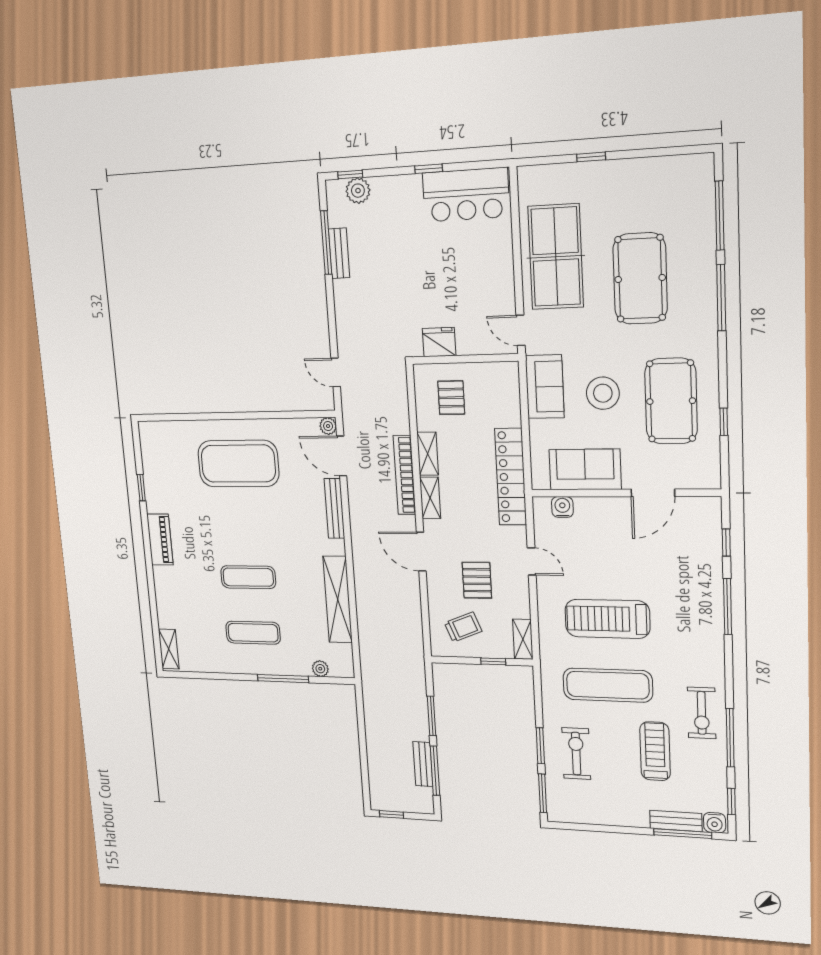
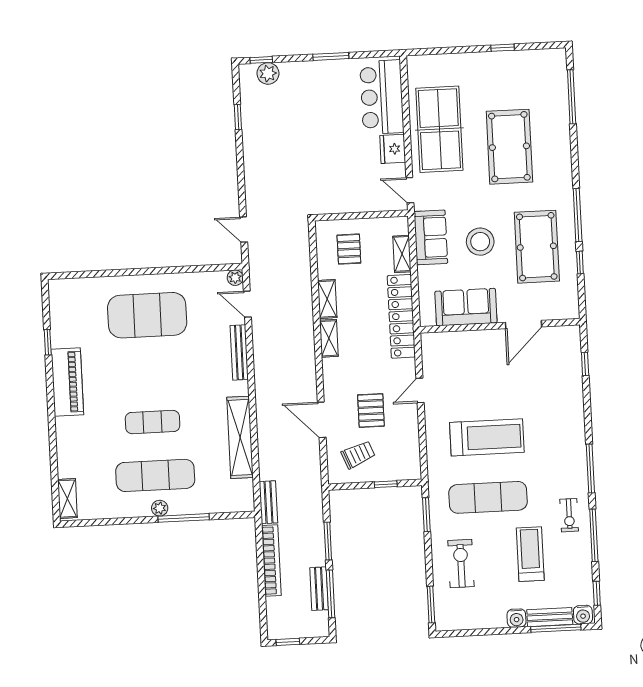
window: (591, 157) -> (503, 48), moved
window: (429, 169) -> (331, 56), width x1.50
bar counter: (466, 195) -> (382, 97), moved, turned 90
window: (326, 243) -> (238, 117), width x0.46
bench: (339, 253) -> (268, 502), moved
window: (721, 298) -> (578, 215), moved
fridge: (439, 342) -> (393, 149), moved, turned -90
door: (342, 456) -> (247, 304), width x0.73
bookcase: (404, 475) -> (271, 560), moved, turned 180
water cooler: (562, 507) -> (516, 618), moved, turned 180
piano: (160, 540) -> (67, 382), width x1.37, depth x1.33
door: (421, 552) -> (322, 420), moved
door: (532, 561) -> (420, 390), swing flipped
window: (728, 607) -> (590, 468), moved
treadmill: (607, 619) -> (487, 437), turned 180
exercise mat: (253, 633) -> (155, 475), width x1.36, depth x1.45
shelving: (523, 639) -> (402, 254), moved
plant: (320, 669) -> (160, 508), moved
exercise bike: (702, 713) -> (569, 515), width x0.73, depth x0.72
window: (540, 746) -> (426, 515), moved

